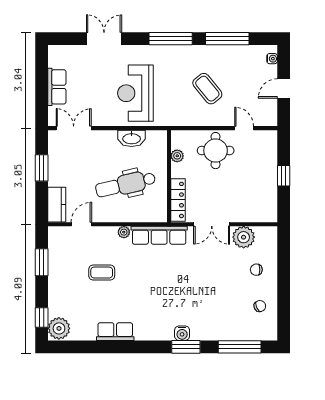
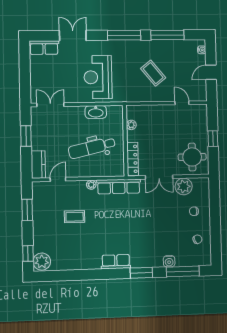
row of seats: (57, 87) -> (44, 48), moved, turned 90
round table: (216, 151) -> (192, 157), moved
row of seats: (115, 332) -> (116, 262), moved
water cooler: (182, 333) -> (169, 261), moved

